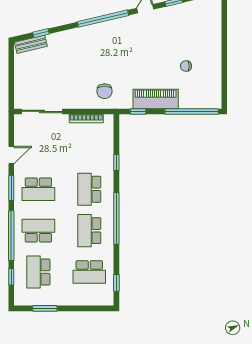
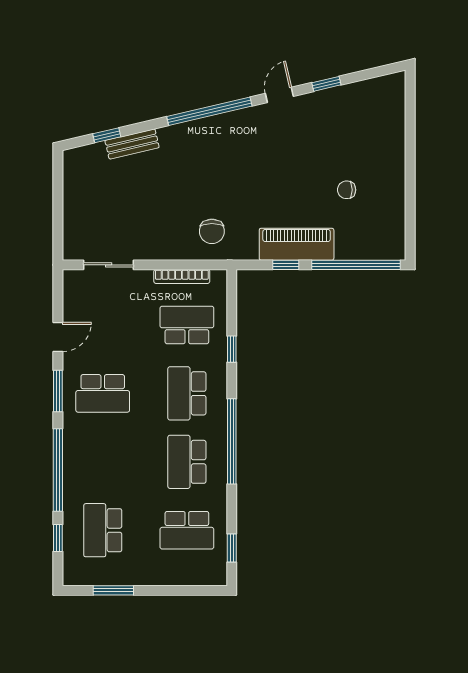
bench: (31, 44) -> (132, 144), moved
sliding door: (42, 111) -> (109, 265), width x0.73
window: (138, 111) -> (286, 265), moved
school desk: (38, 231) -> (187, 325), moved

